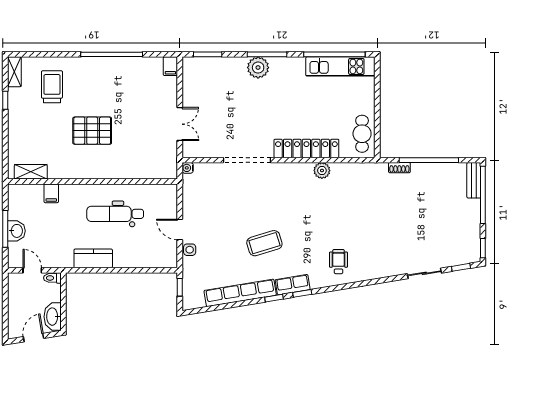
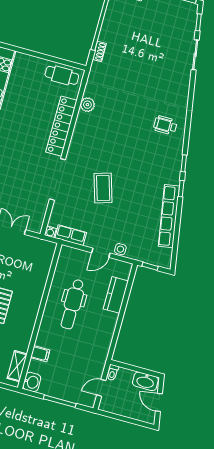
plant: (322, 171) -> (87, 105), moved
washbasin: (16, 231) -> (32, 382), moved, turned 90
coffee table: (264, 243) -> (103, 188), moved
kitchen counter: (93, 258) -> (116, 295), moved
row of seats: (293, 285) -> (71, 235), moved, turned 99

